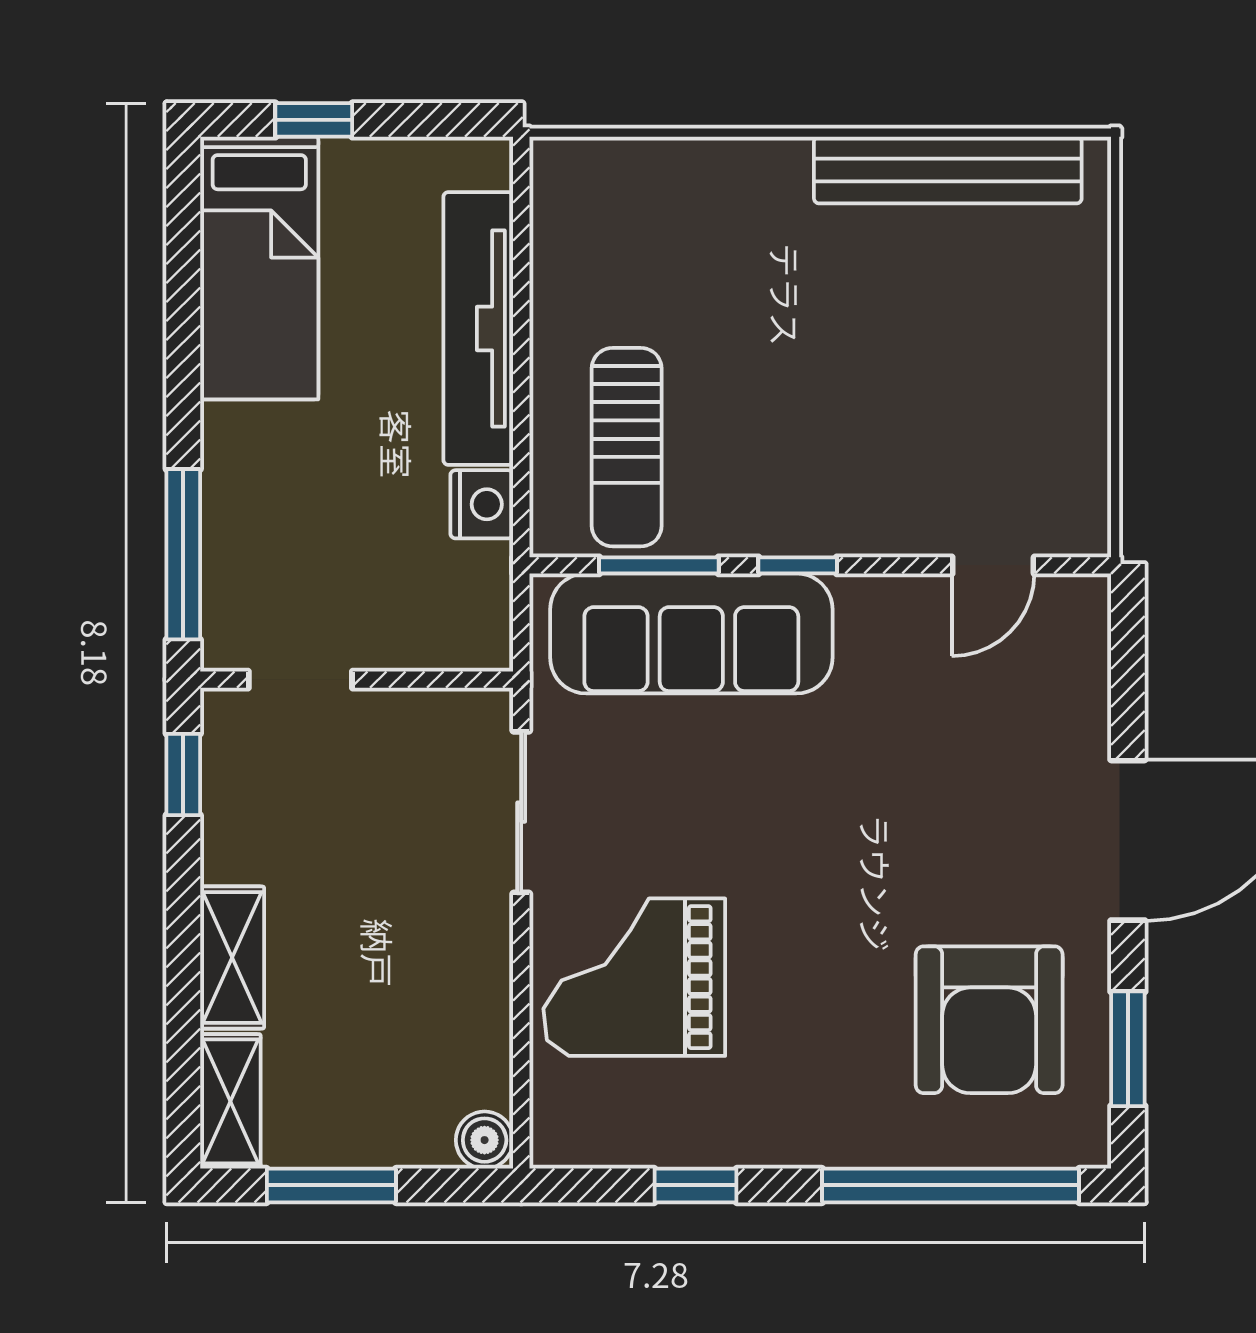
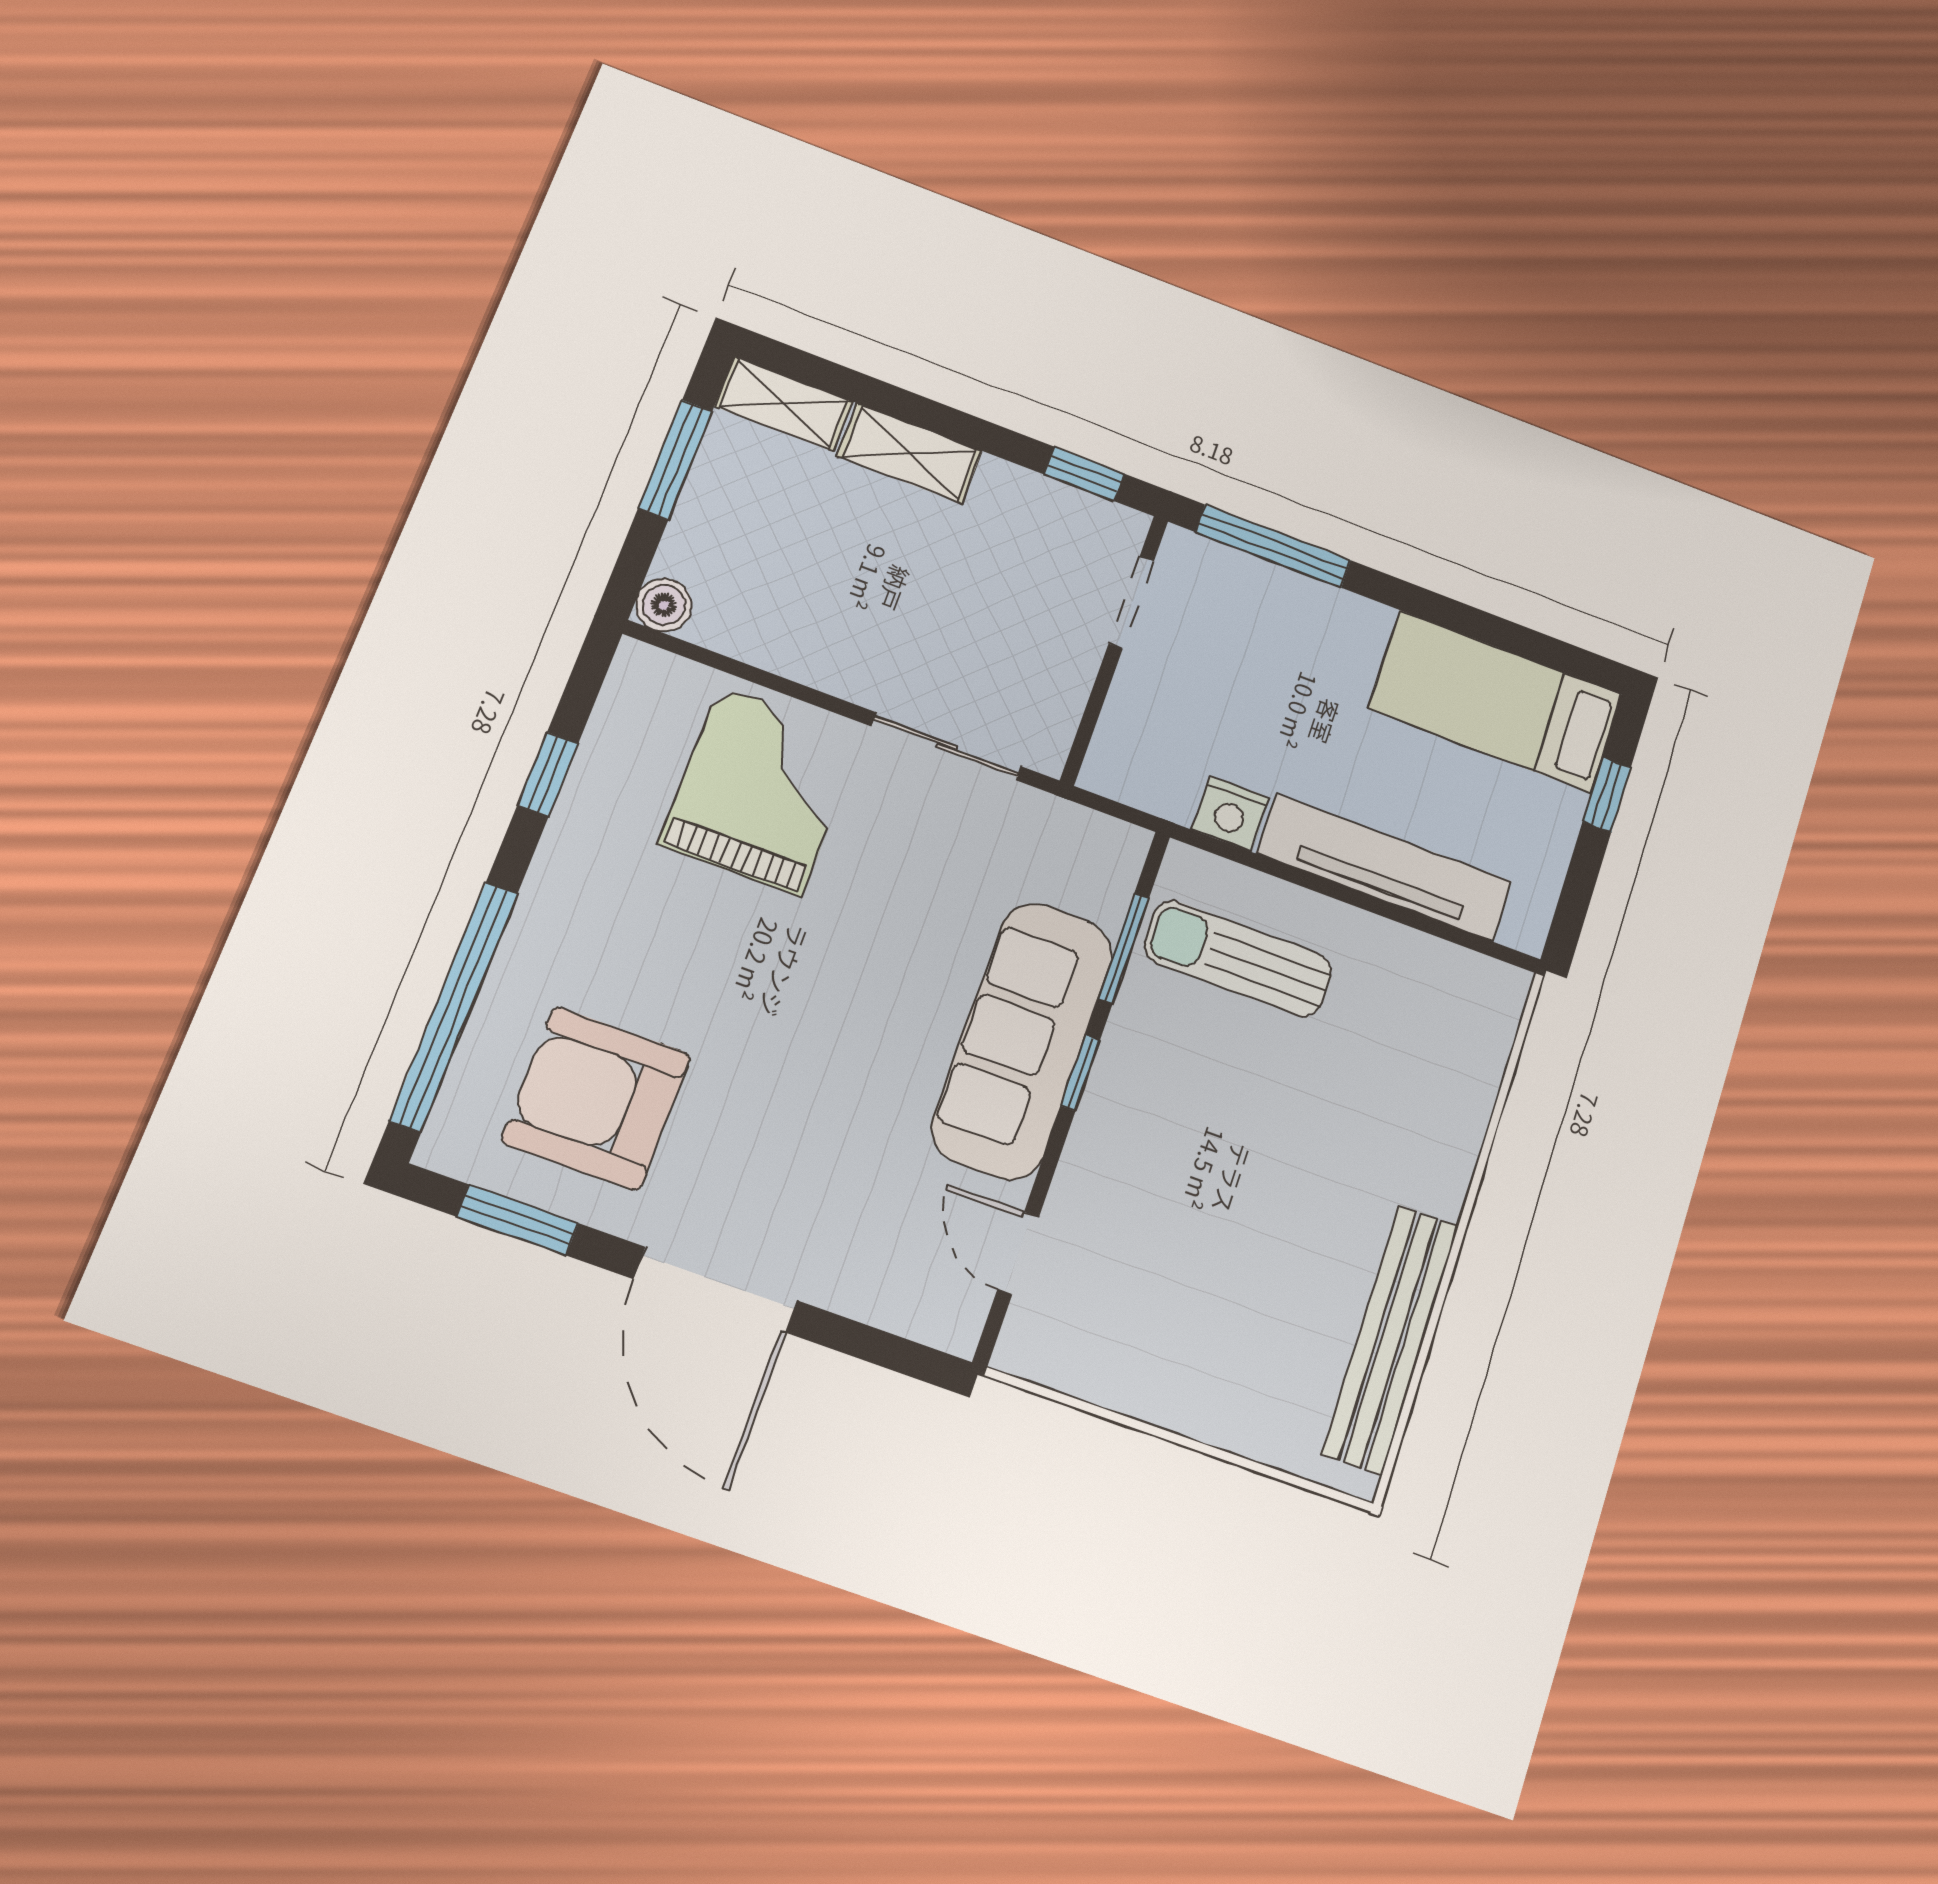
sofa: (691, 633) -> (1022, 1040), moved

